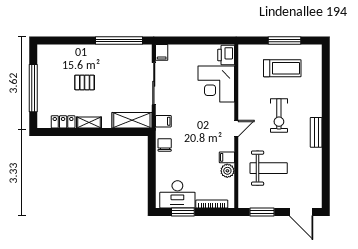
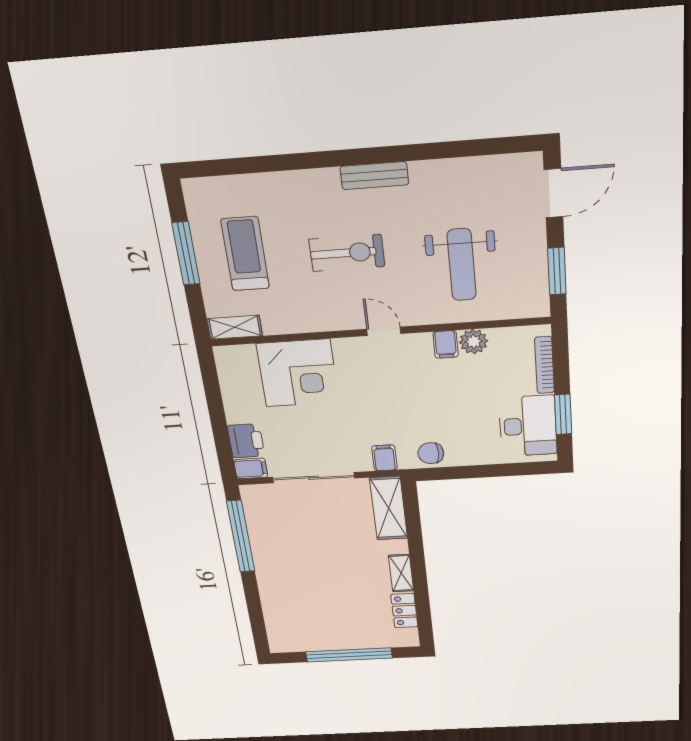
printer: (226, 55) -> (246, 441), moved, turned -90
shelving: (244, 57) -> (235, 327), added
pallet: (85, 82) -> (328, 583), removed
weight bench: (269, 168) -> (462, 265), turned 180

